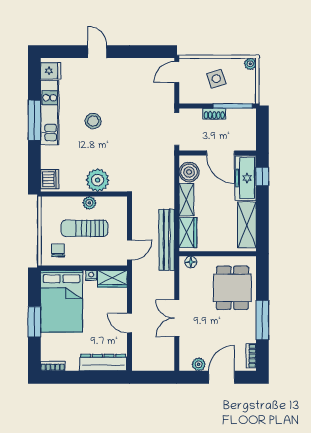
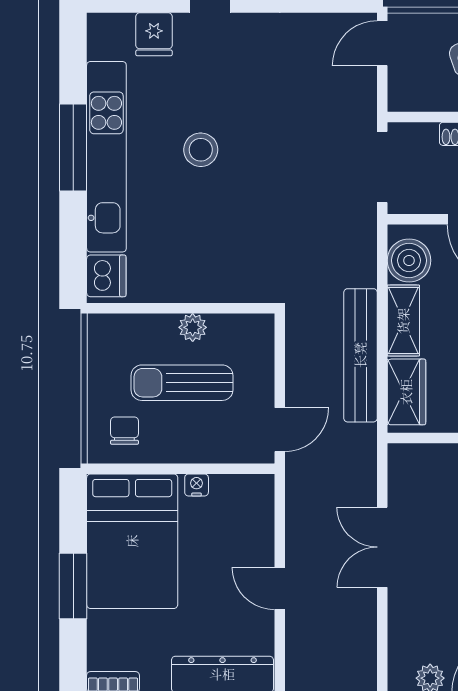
fridge: (51, 71) -> (154, 34), moved, turned 90
kitchen unit: (50, 113) -> (106, 157), width x1.36
plant: (98, 180) -> (210, 278), removed
bench: (167, 240) -> (360, 355), moved
floor lamp: (191, 262) -> (413, 456), removed
wardrobe: (112, 279) -> (243, 492), removed
double door: (177, 318) -> (382, 547), moved

